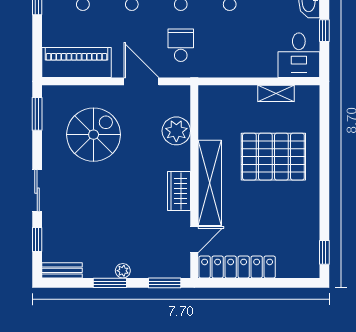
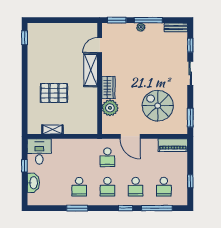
piano: (77, 62) -> (173, 145), width x0.73, depth x0.75
spiral stairs: (94, 135) -> (158, 106), turned 90
pallet: (273, 157) -> (54, 93), width x0.73, depth x0.71
shelving: (210, 183) -> (91, 70), width x0.68
wardrobe: (179, 191) -> (108, 87), moved
locker: (237, 267) -> (75, 29), removed
window: (110, 283) -> (148, 20), width x1.44

